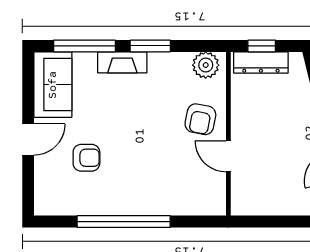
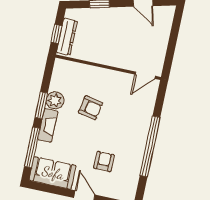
plant: (206, 65) -> (55, 100), moved
armchair: (200, 119) -> (91, 108), moved
door: (228, 156) -> (145, 75), moved

